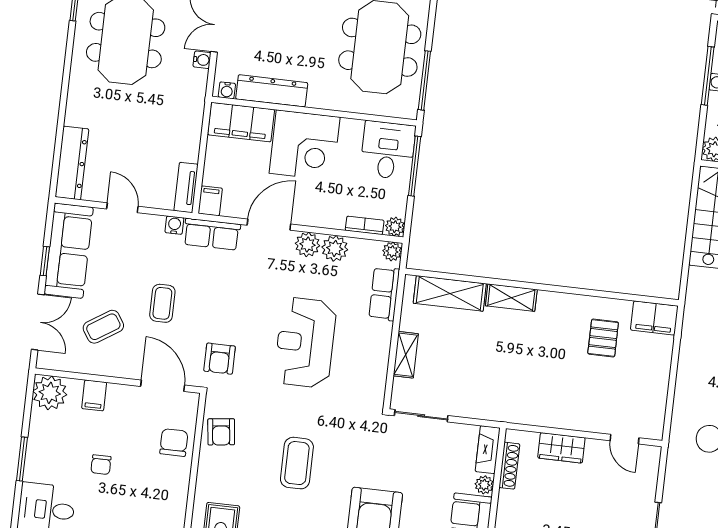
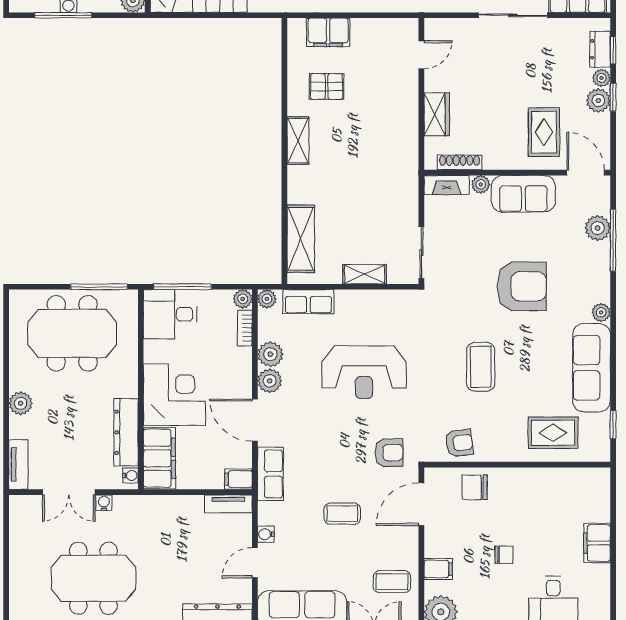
water cooler: (174, 225) -> (266, 534), moved
shelving: (511, 298) -> (298, 141), moved
filing cabinet: (654, 318) -> (328, 32), moved, turned 90
coffee table: (103, 327) -> (392, 582), moved, turned -57
coffee table: (297, 463) -> (481, 367), turned 90

